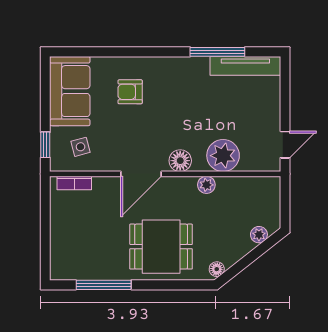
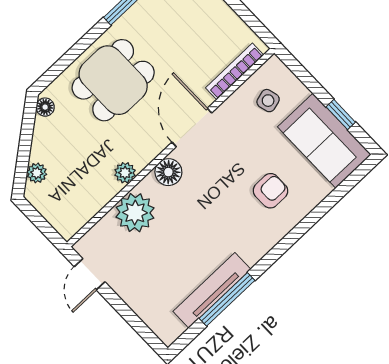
tv unit: (245, 66) -> (212, 290), moved
window: (45, 145) -> (341, 115), moved
bookcase: (74, 183) -> (235, 71), width x1.56

